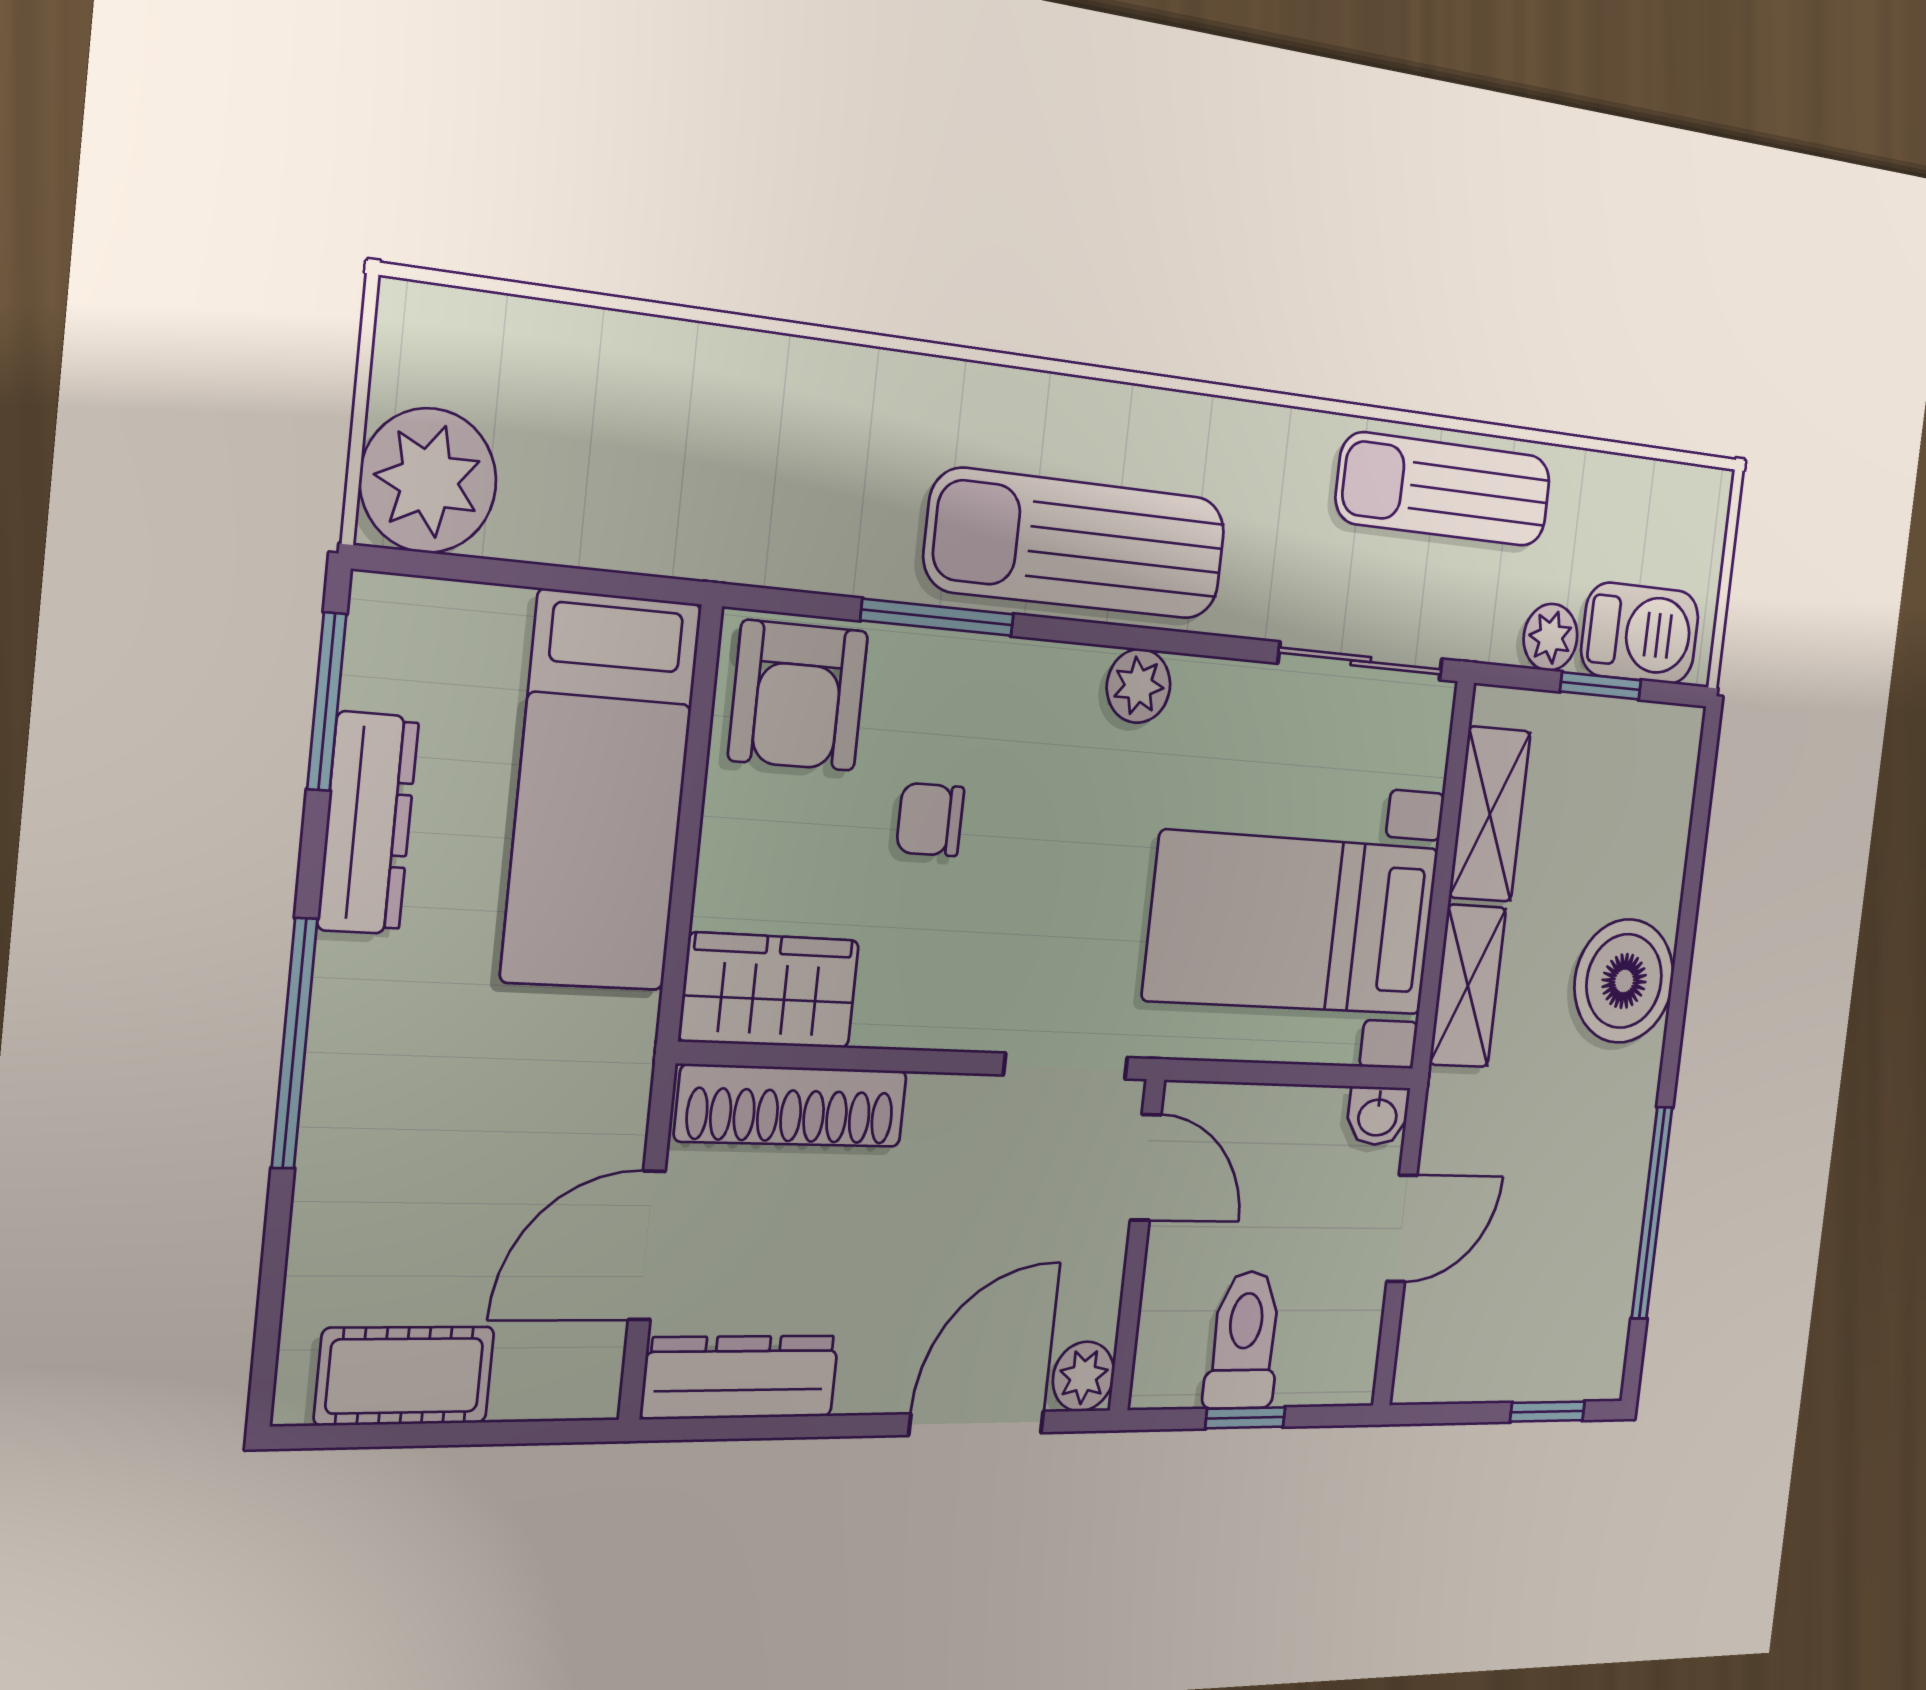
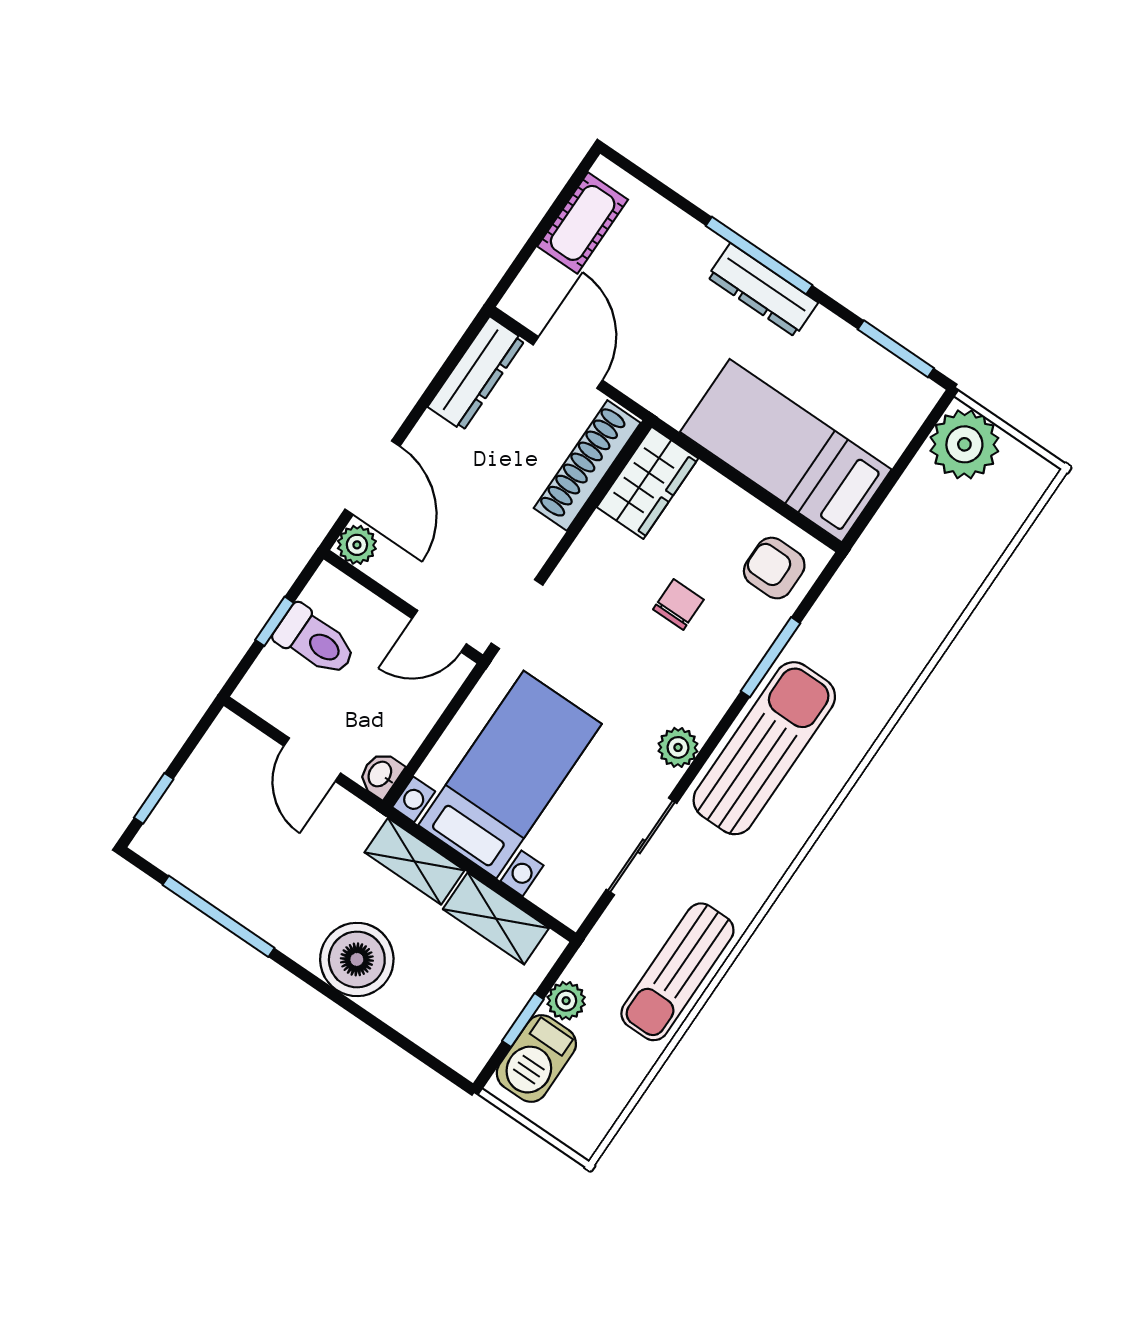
sun lounger: (1444, 489) -> (677, 972), turned 180
sliding door: (1361, 661) -> (641, 846), moved
armchair: (798, 696) -> (774, 568), width x0.72, depth x0.72
dresser: (368, 823) -> (763, 290), moved

